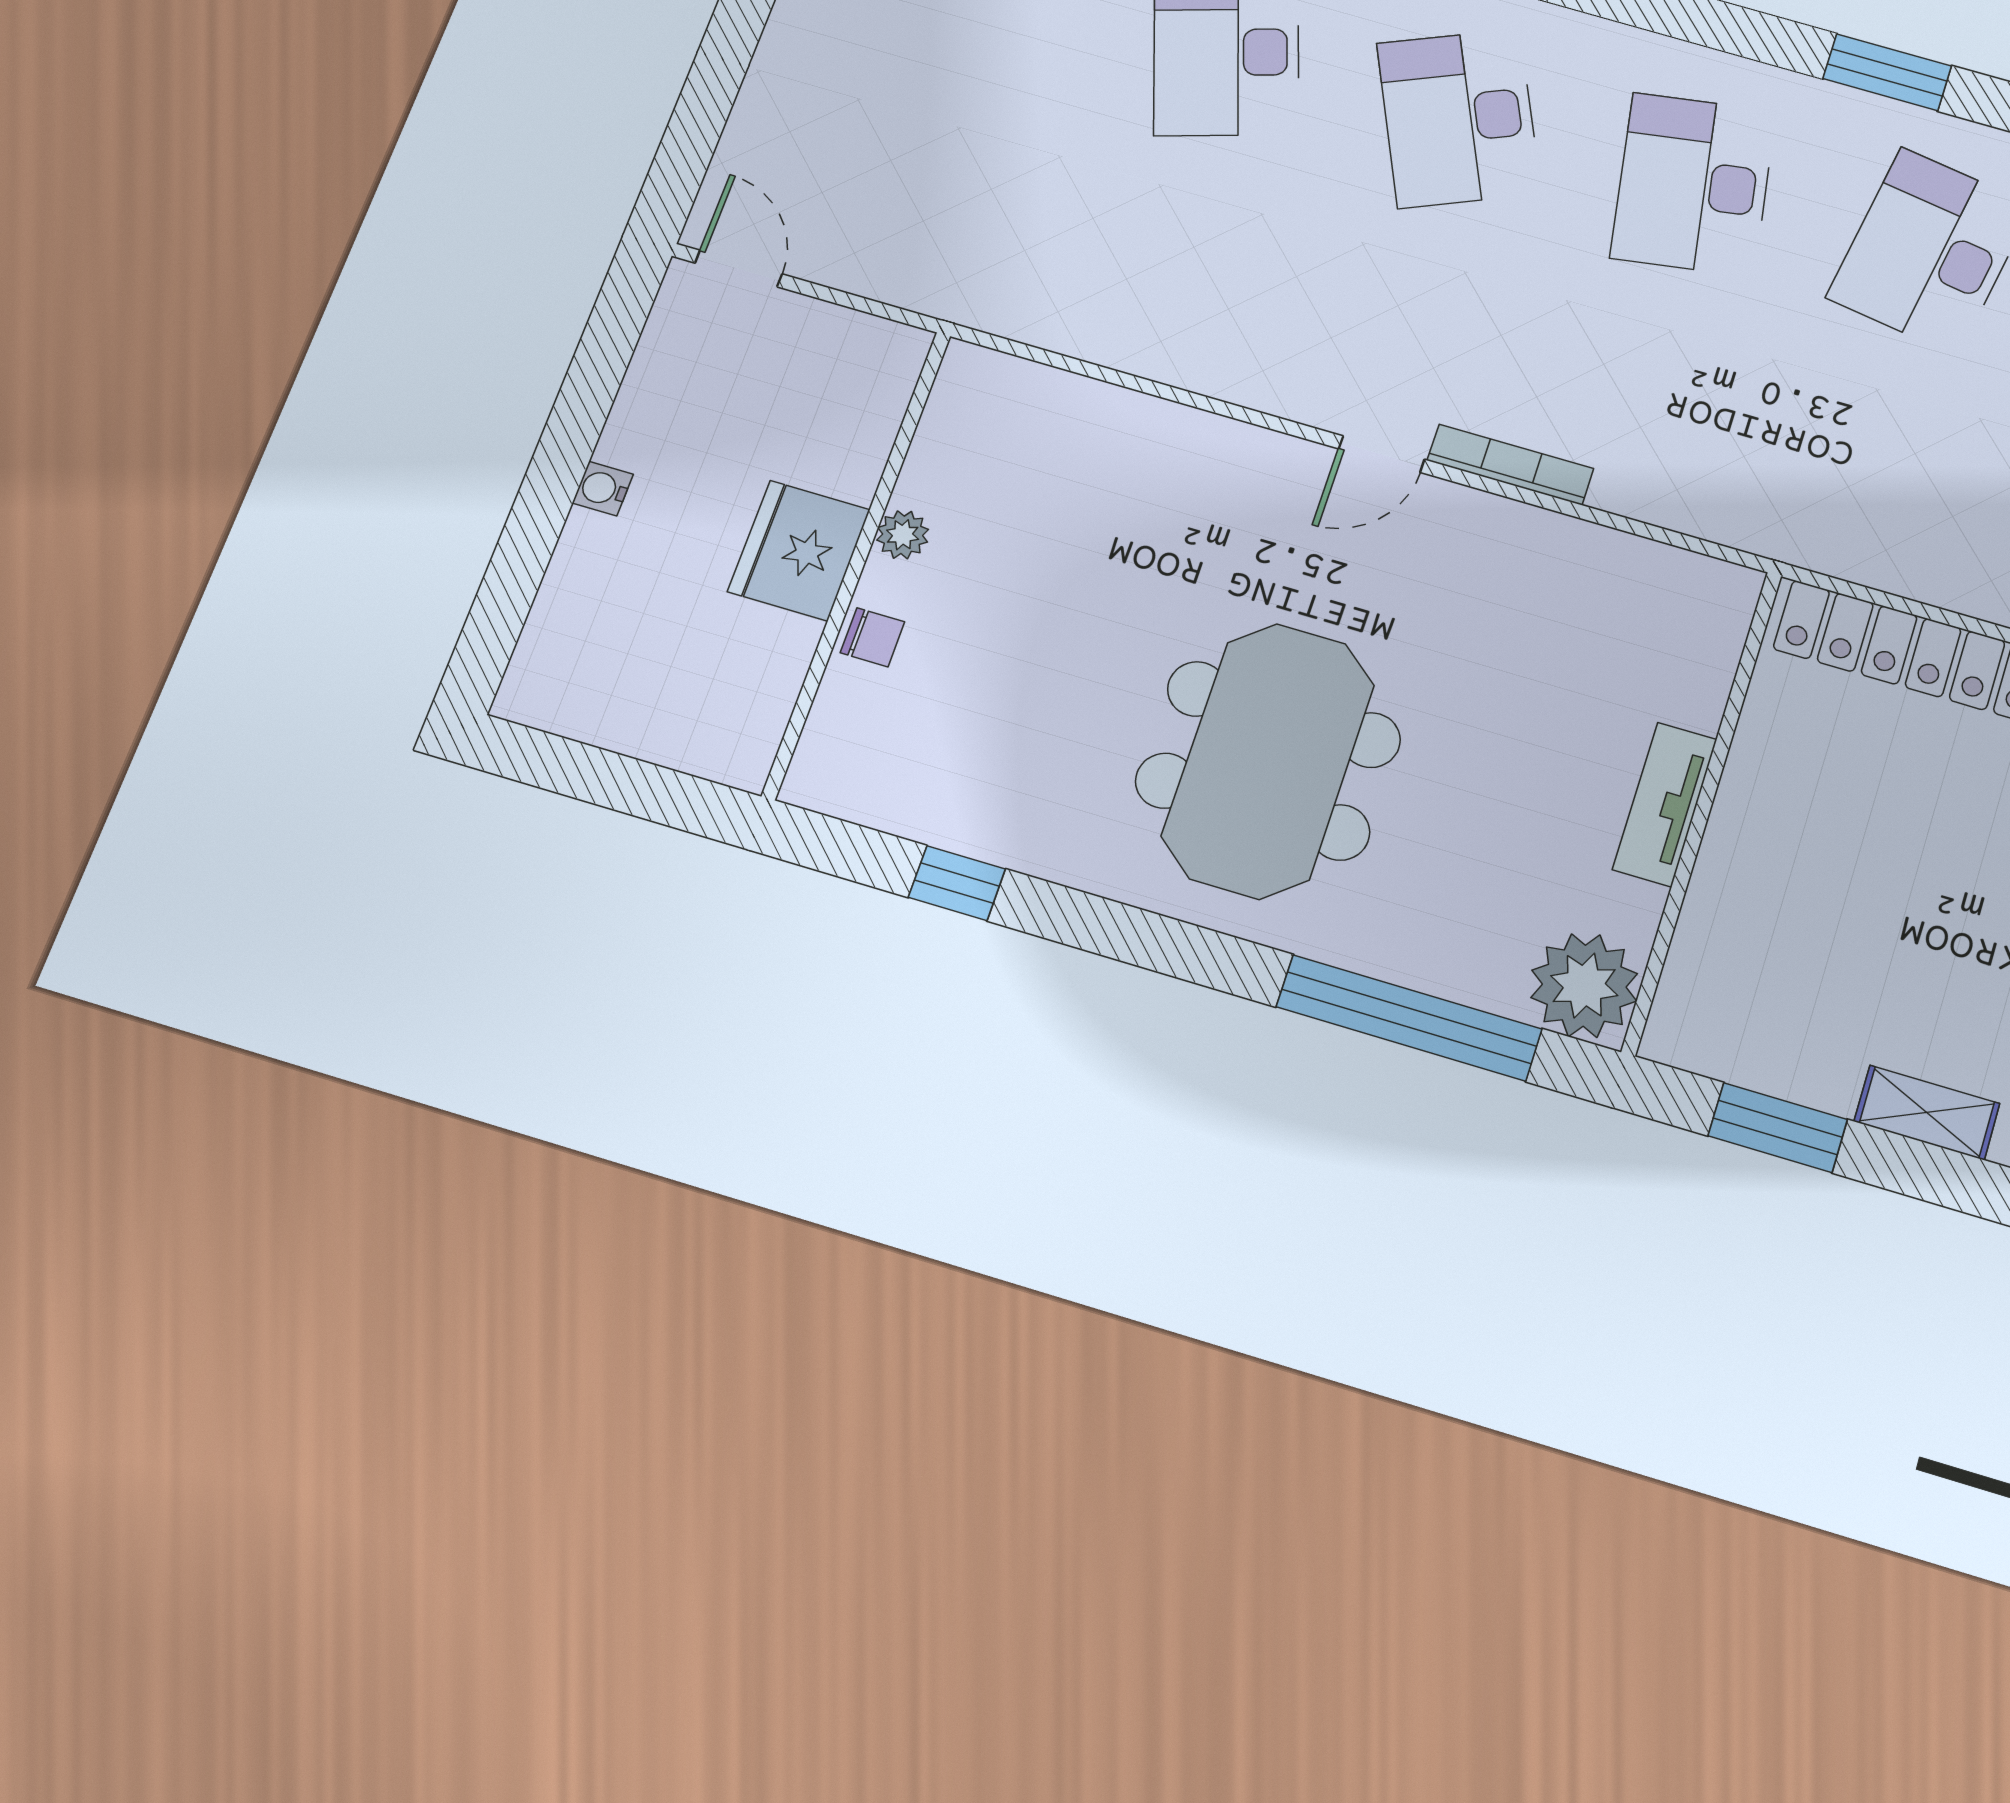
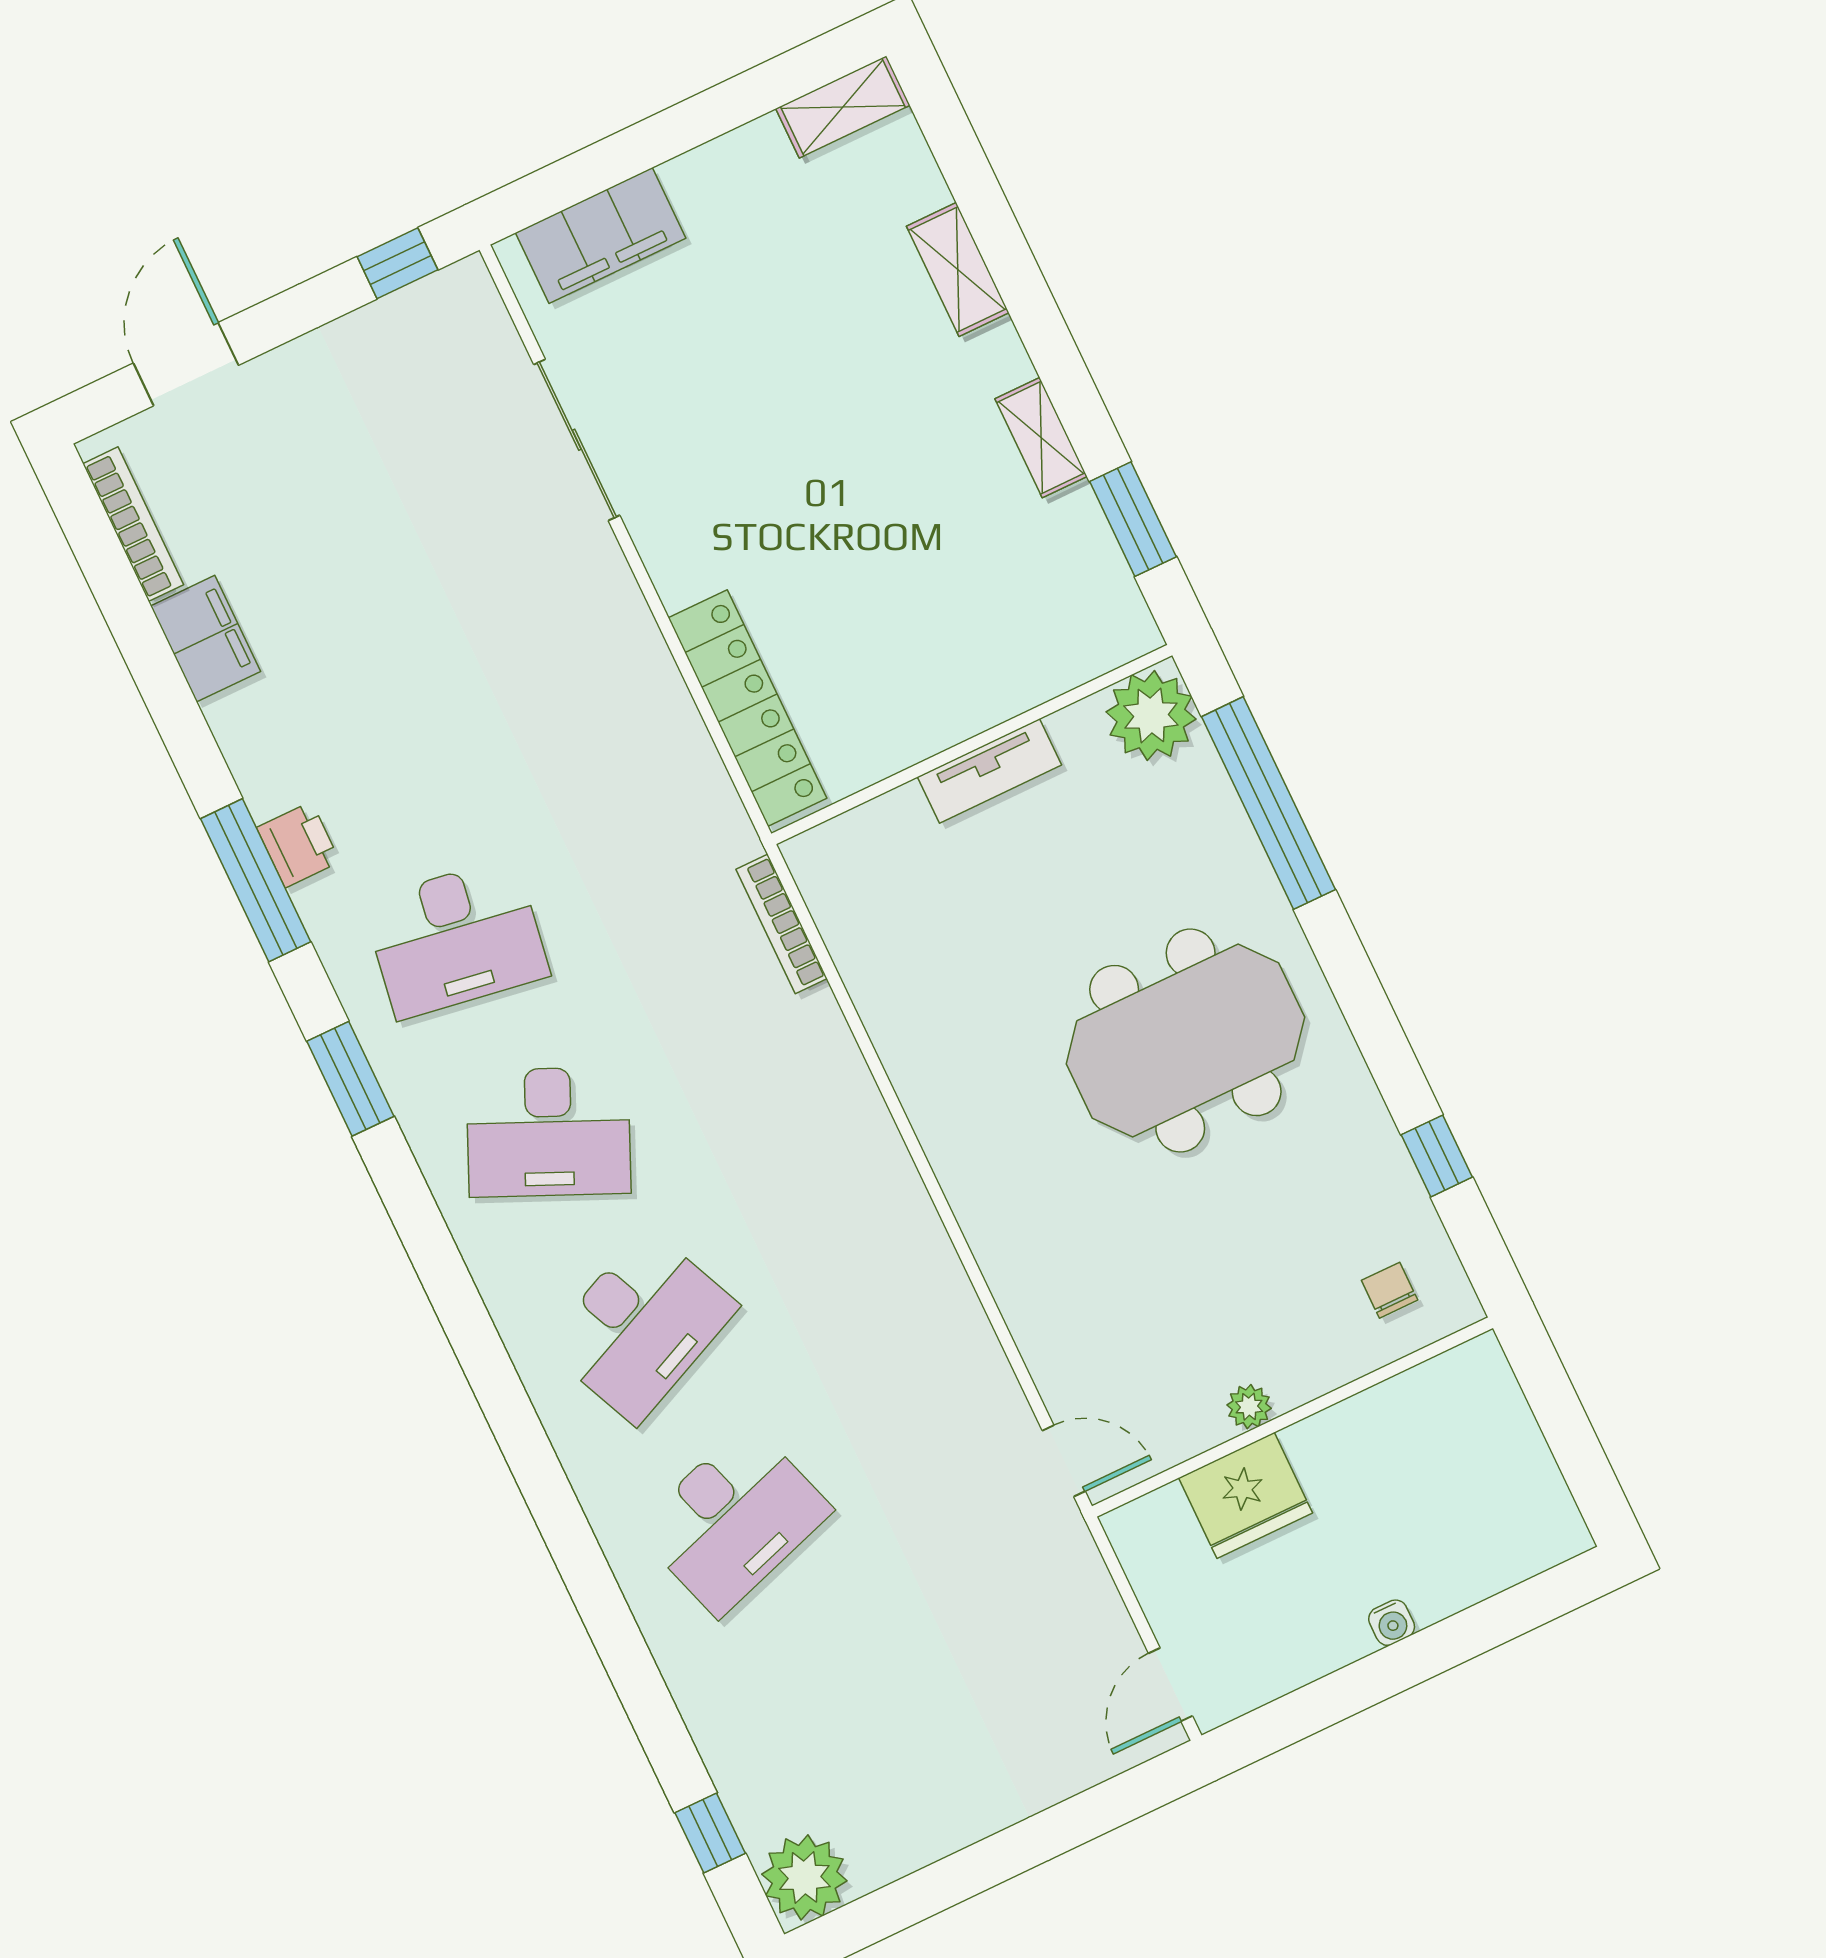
desk: (1693, 184) -> (549, 1132), turned 33
door: (1381, 454) -> (1064, 1461), moved
bookcase: (1510, 465) -> (782, 924), moved
fridge: (799, 551) -> (1246, 1495), moved
chair: (872, 637) -> (1390, 1290), moved

